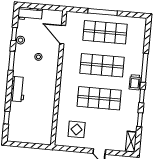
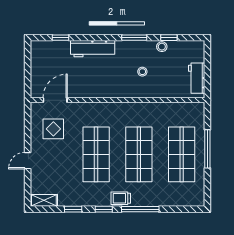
workbench: (30, 14) -> (197, 78), moved
door: (63, 34) -> (55, 100), moved
workbench: (18, 89) -> (93, 49), width x1.38

